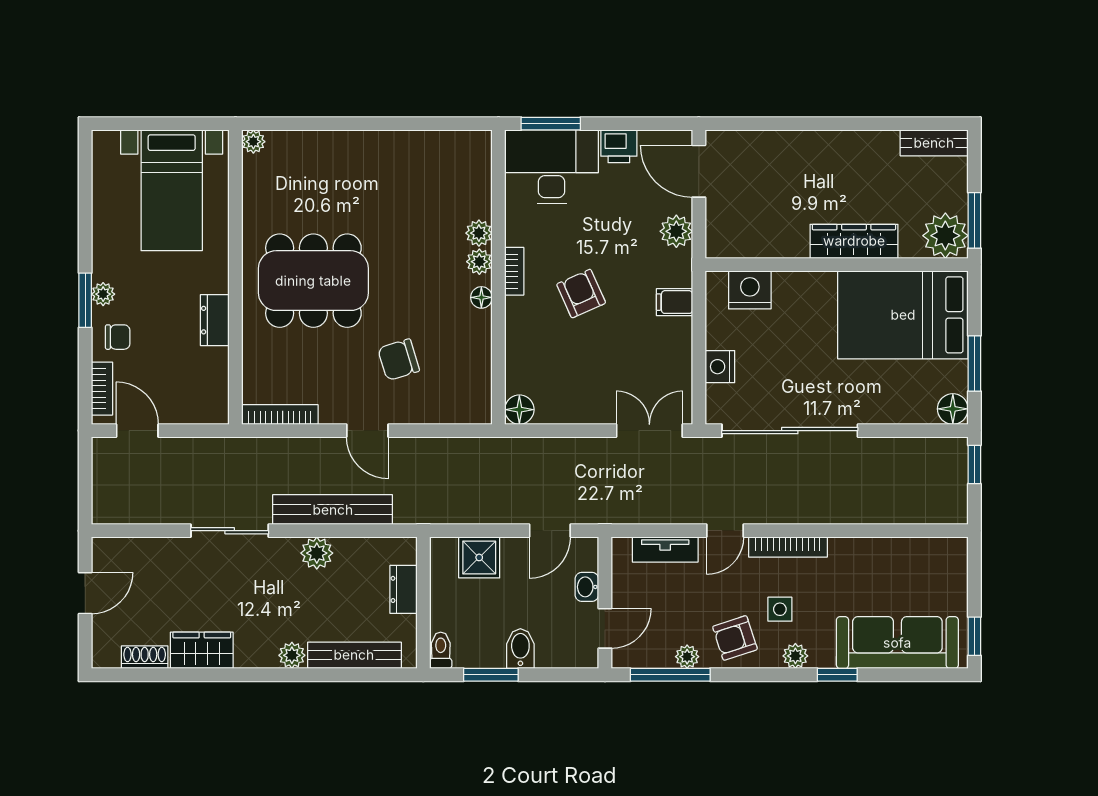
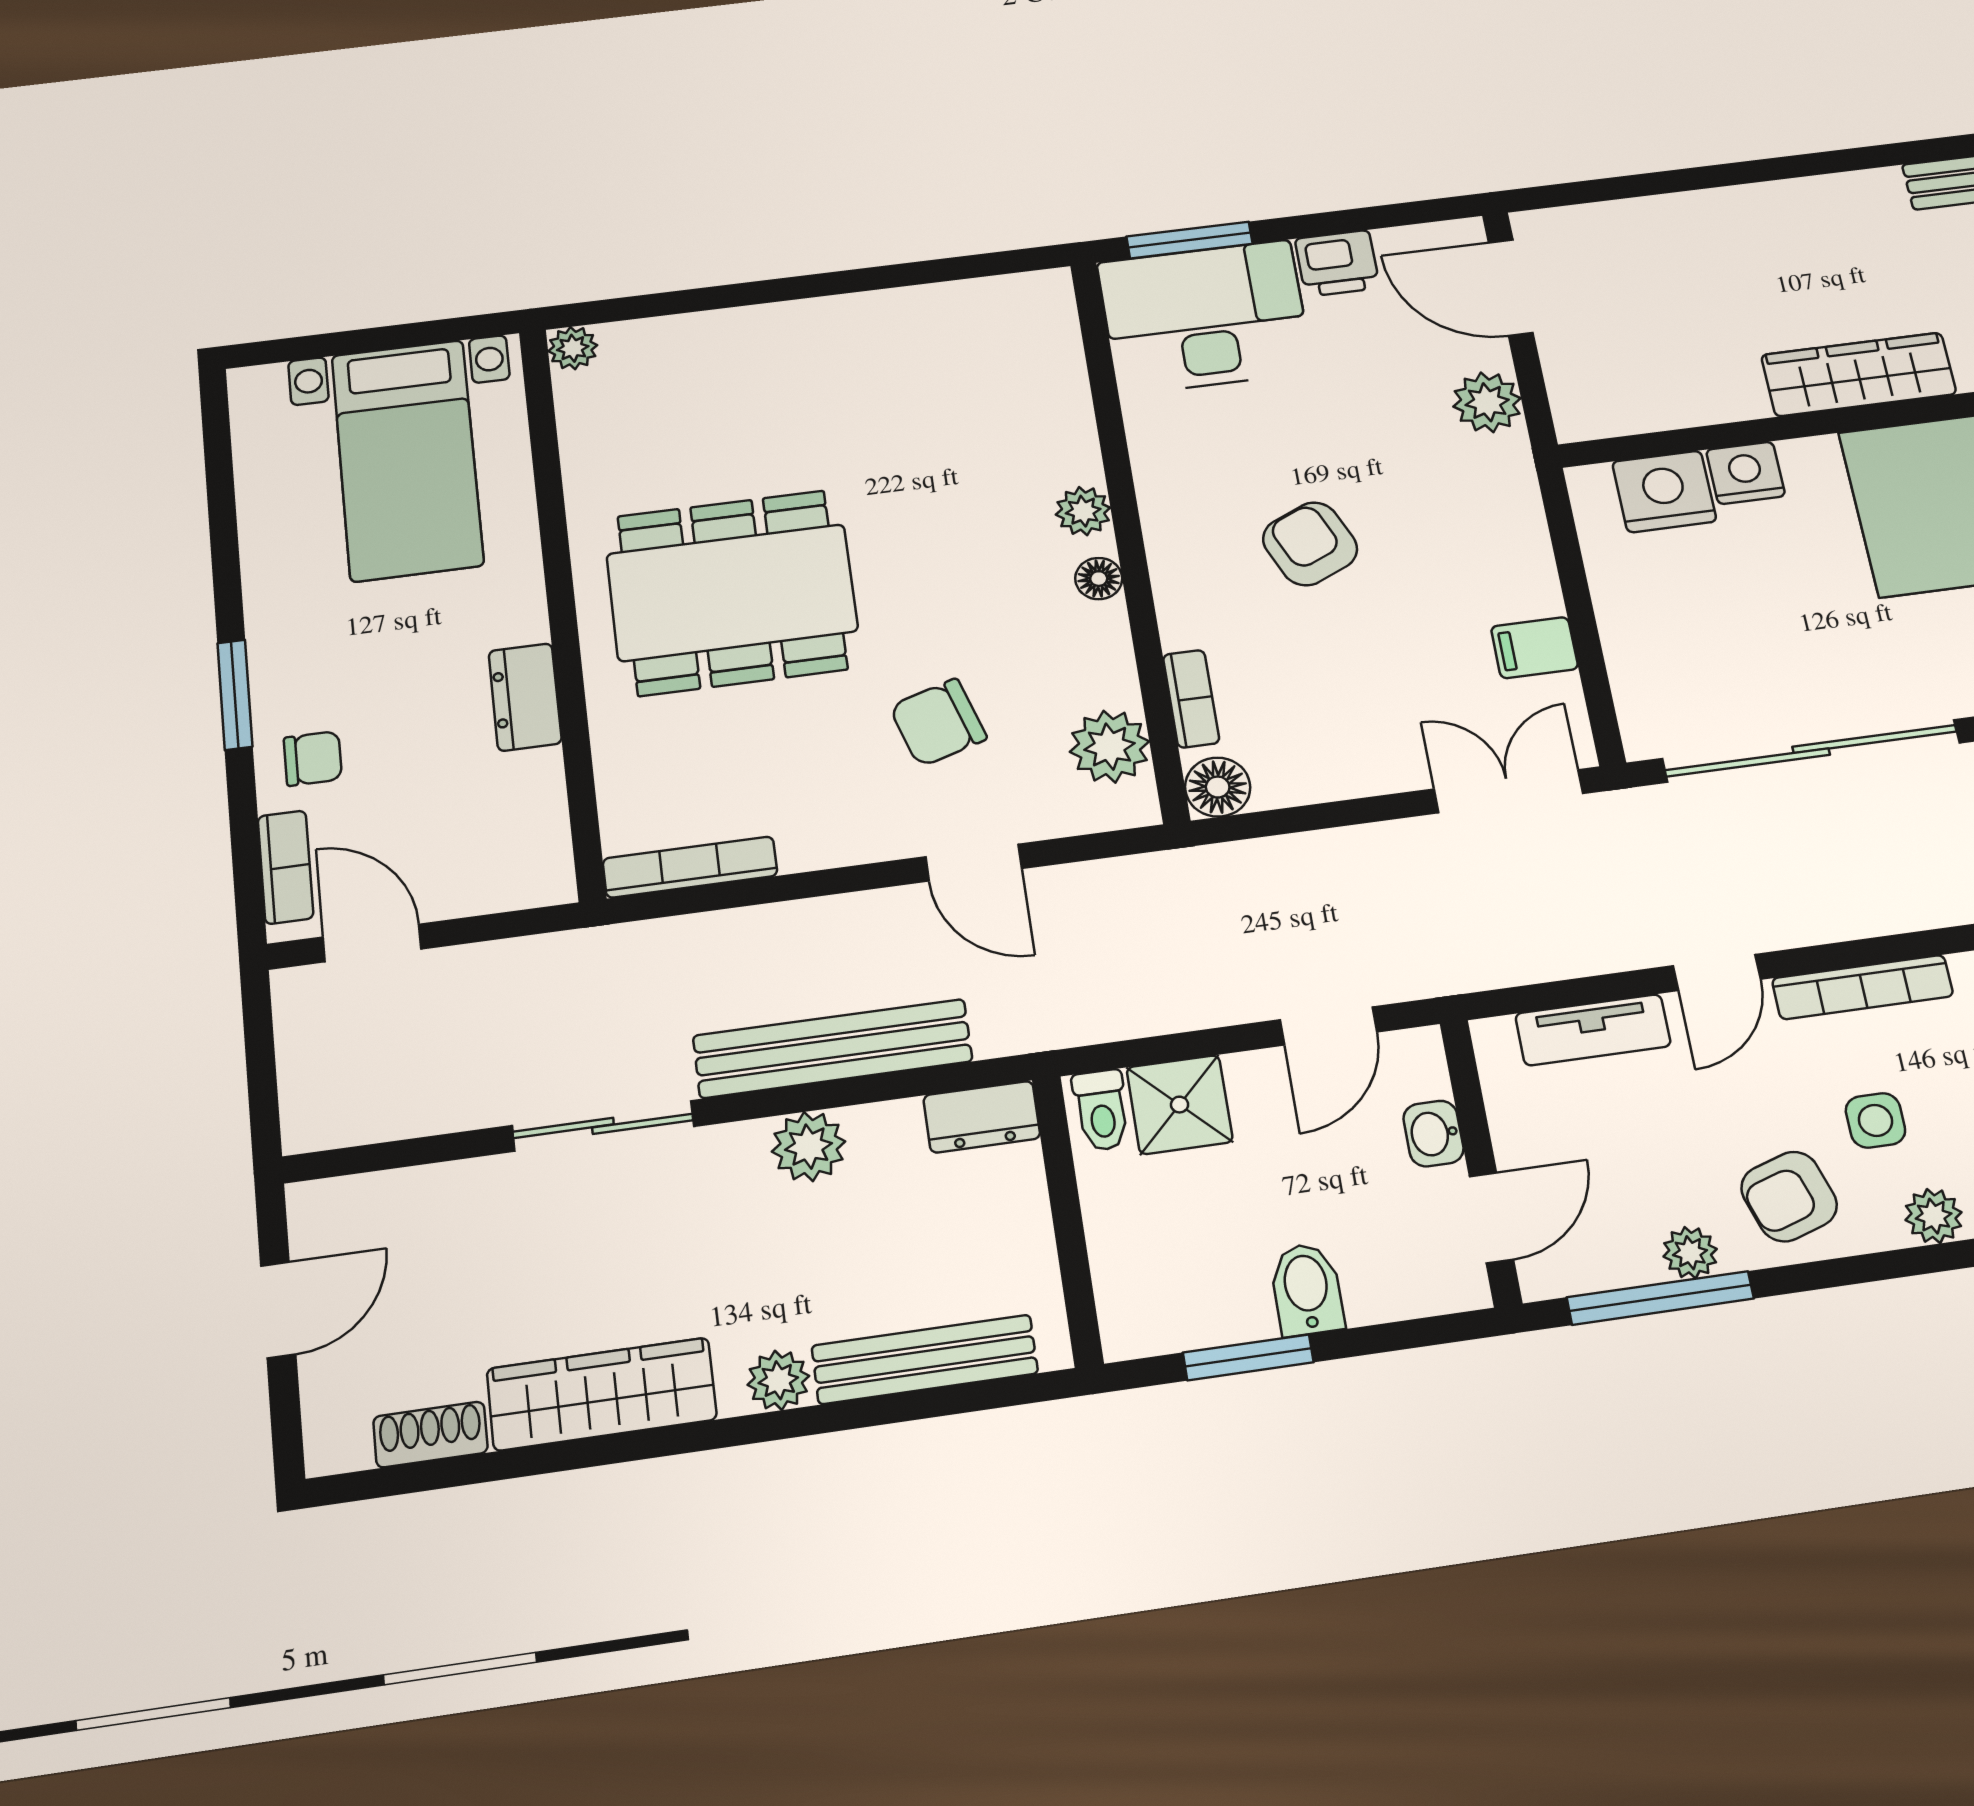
plant: (479, 233) -> (1110, 747), moved, width x1.38, depth x1.38
bookcase: (514, 271) -> (1191, 699), moved
plant: (103, 294) -> (274, 678), removed
filing cabinet: (674, 302) -> (1534, 648), moved
nightstand: (720, 367) -> (1746, 473), moved, turned 90
door: (367, 431) -> (974, 863), moved
dresser: (403, 589) -> (982, 1117), moved, turned -90
wardrobe: (202, 650) -> (602, 1394), width x1.50
toilet: (441, 650) -> (1101, 1110), moved, turned 180

